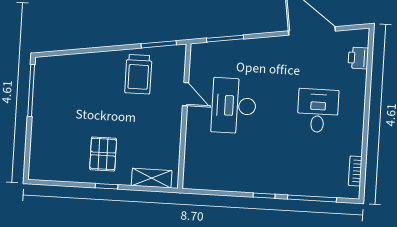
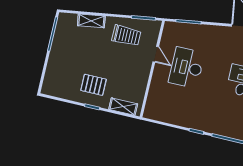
shelving: (84, 62) -> (91, 21), added
trolley: (138, 74) -> (126, 35), turned -90
pallet: (103, 154) -> (94, 85), turned 90

